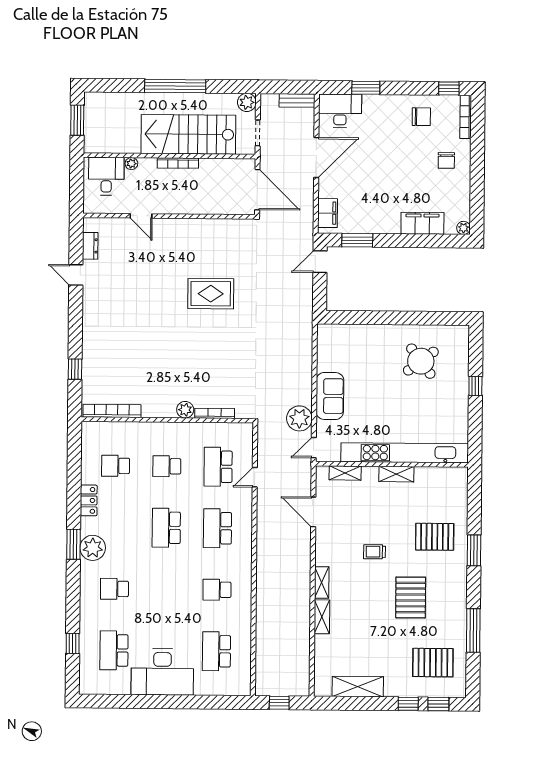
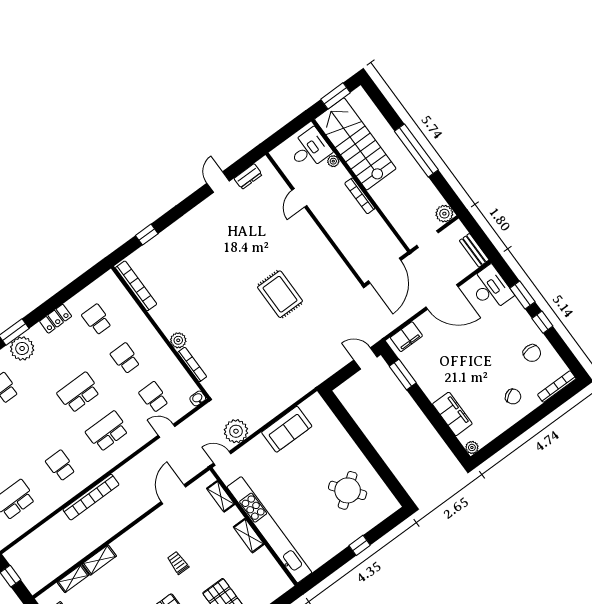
window: (449, 88) -> (542, 322), moved
stairs: (188, 134) -> (355, 144), moved
chair: (446, 160) -> (513, 397), turned -121
sofa: (330, 396) -> (287, 429), moved
washbasin: (247, 430) -> (198, 398), added
school desk: (218, 467) -> (154, 397), width x0.54
shelving: (322, 583) -> (73, 579), moved
bookcase: (263, 584) -> (91, 497), added

